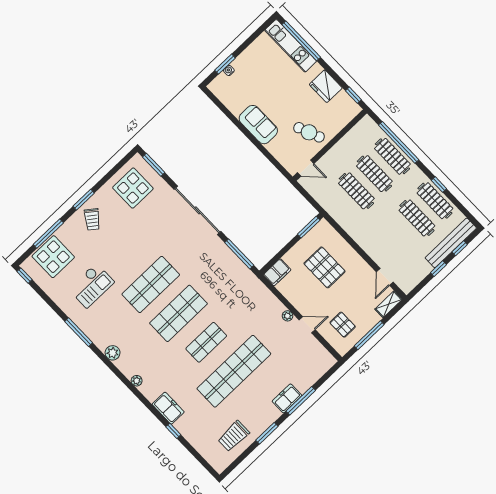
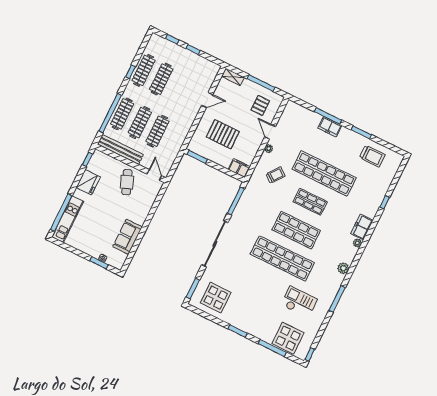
sofa: (258, 125) -> (127, 237), moved
trolley: (92, 219) -> (276, 175), moved
bench: (451, 243) -> (120, 149), moved
pallet: (325, 267) -> (223, 134), turned 90
door: (385, 277) -> (207, 100), moved
shop shelf: (151, 284) -> (282, 258), width x1.40
freezer: (168, 408) -> (362, 227), moved

